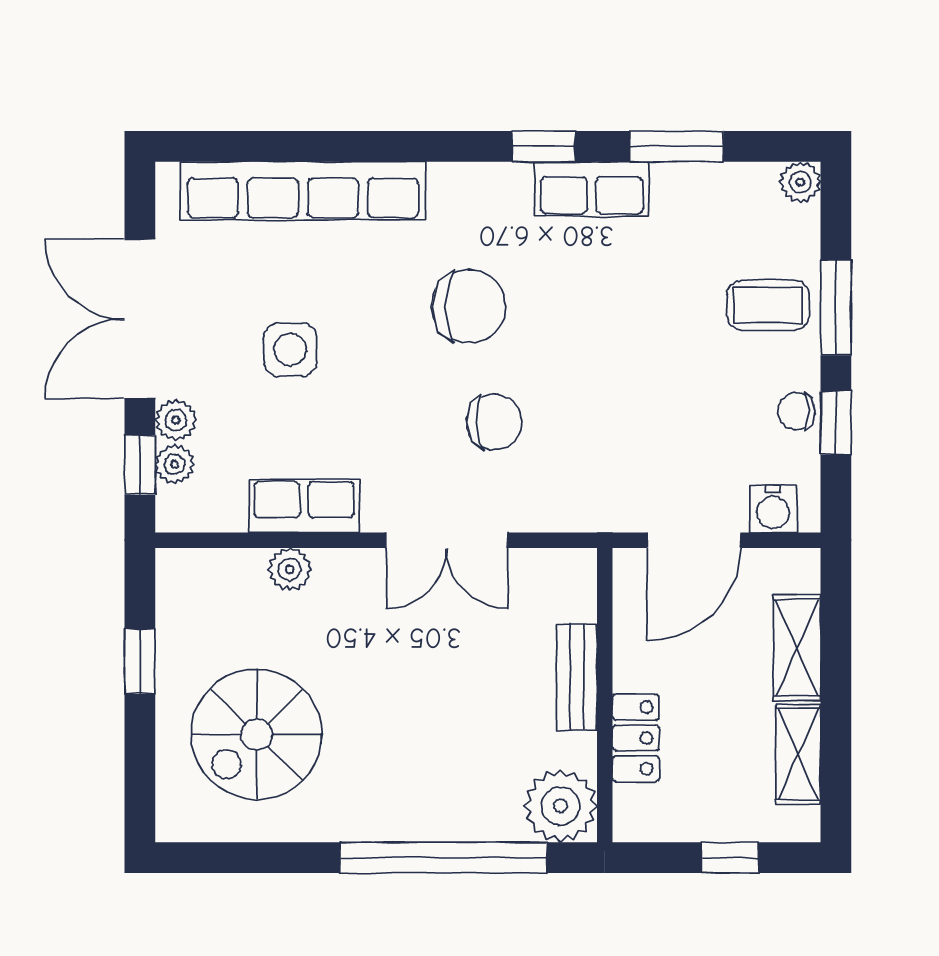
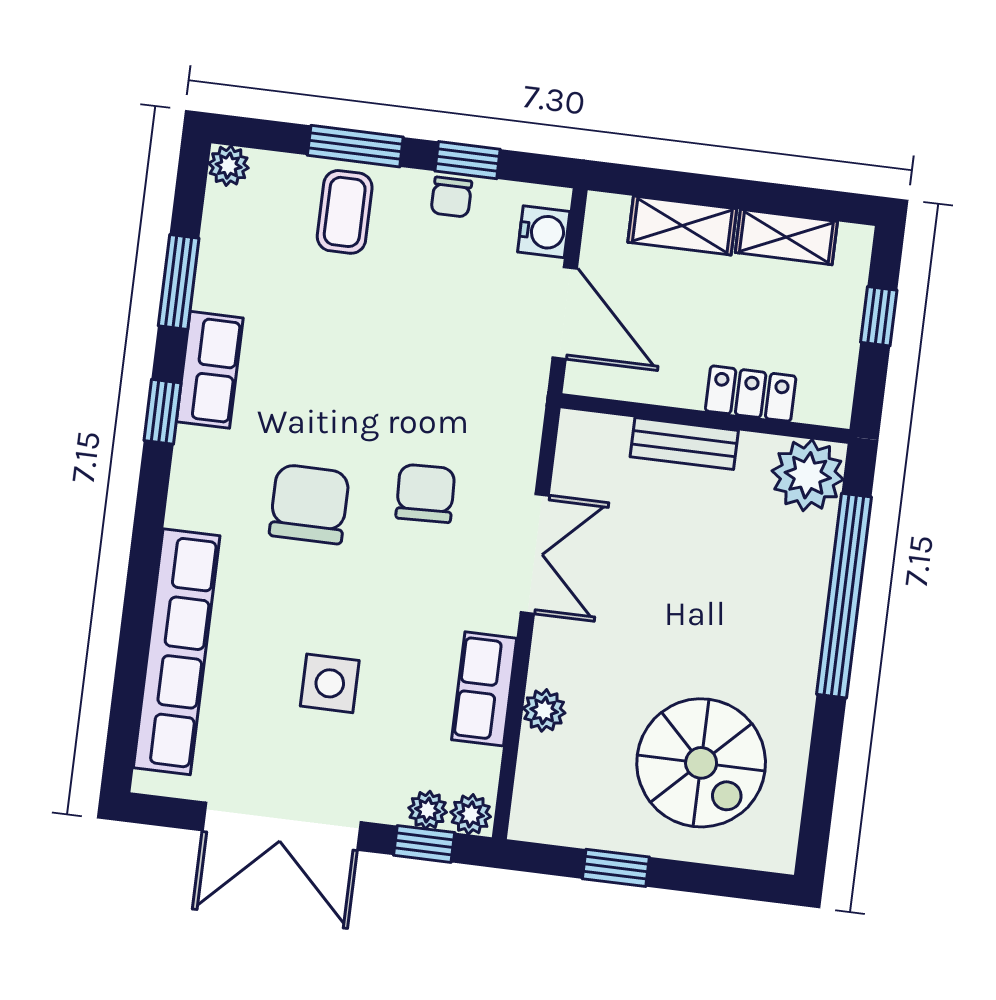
plant: (176, 420) -> (471, 814), moved

